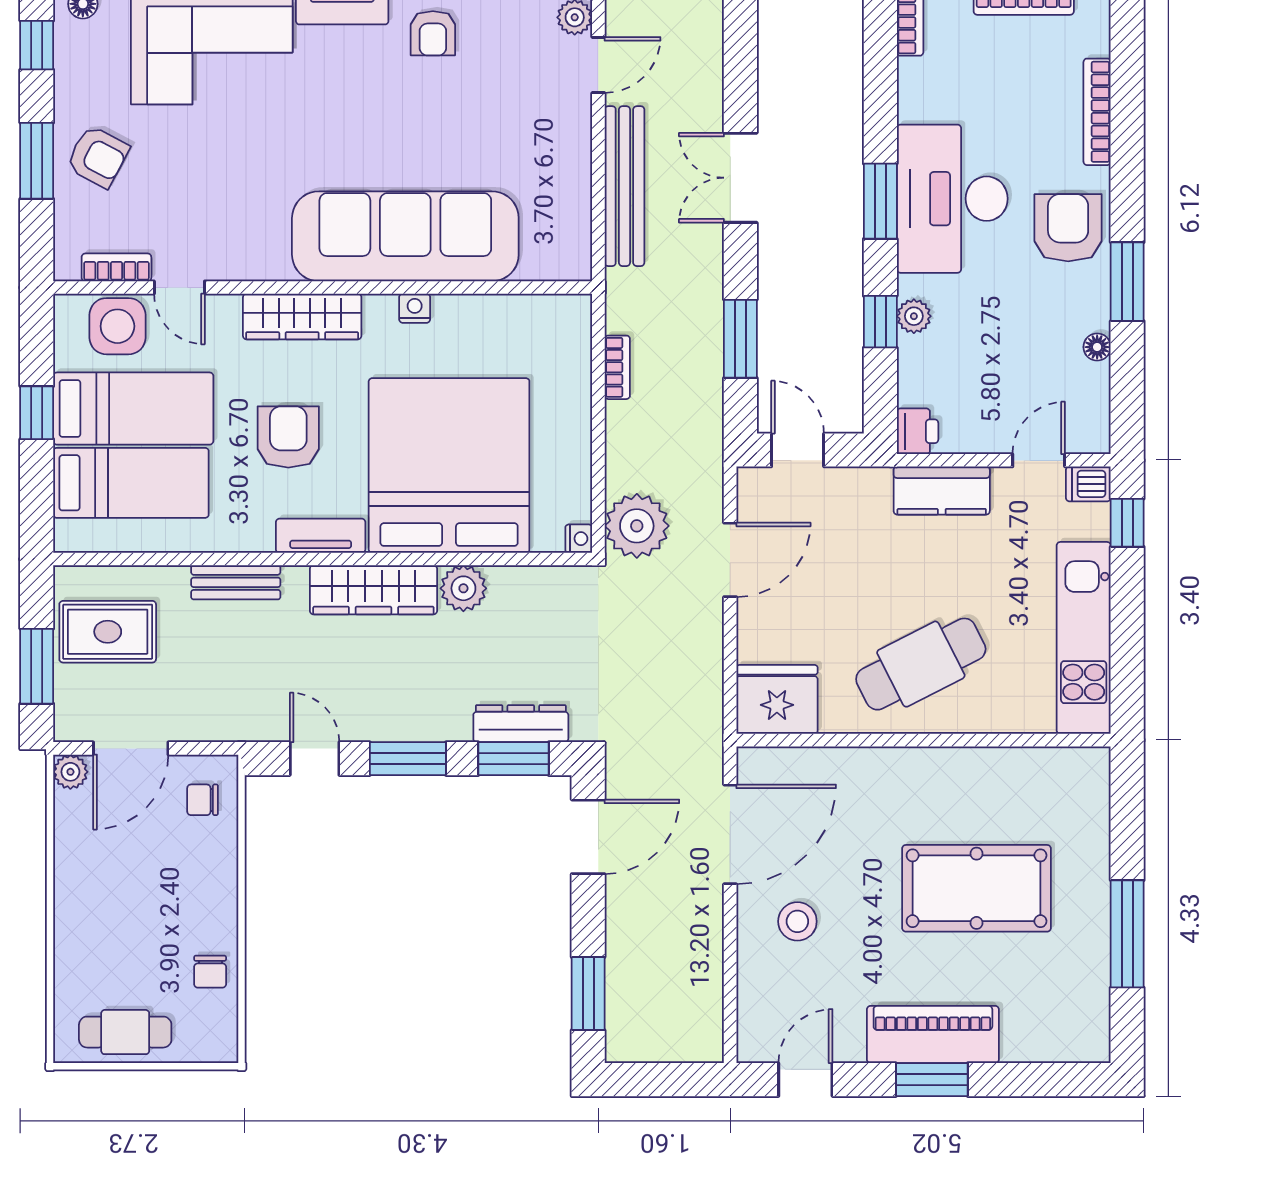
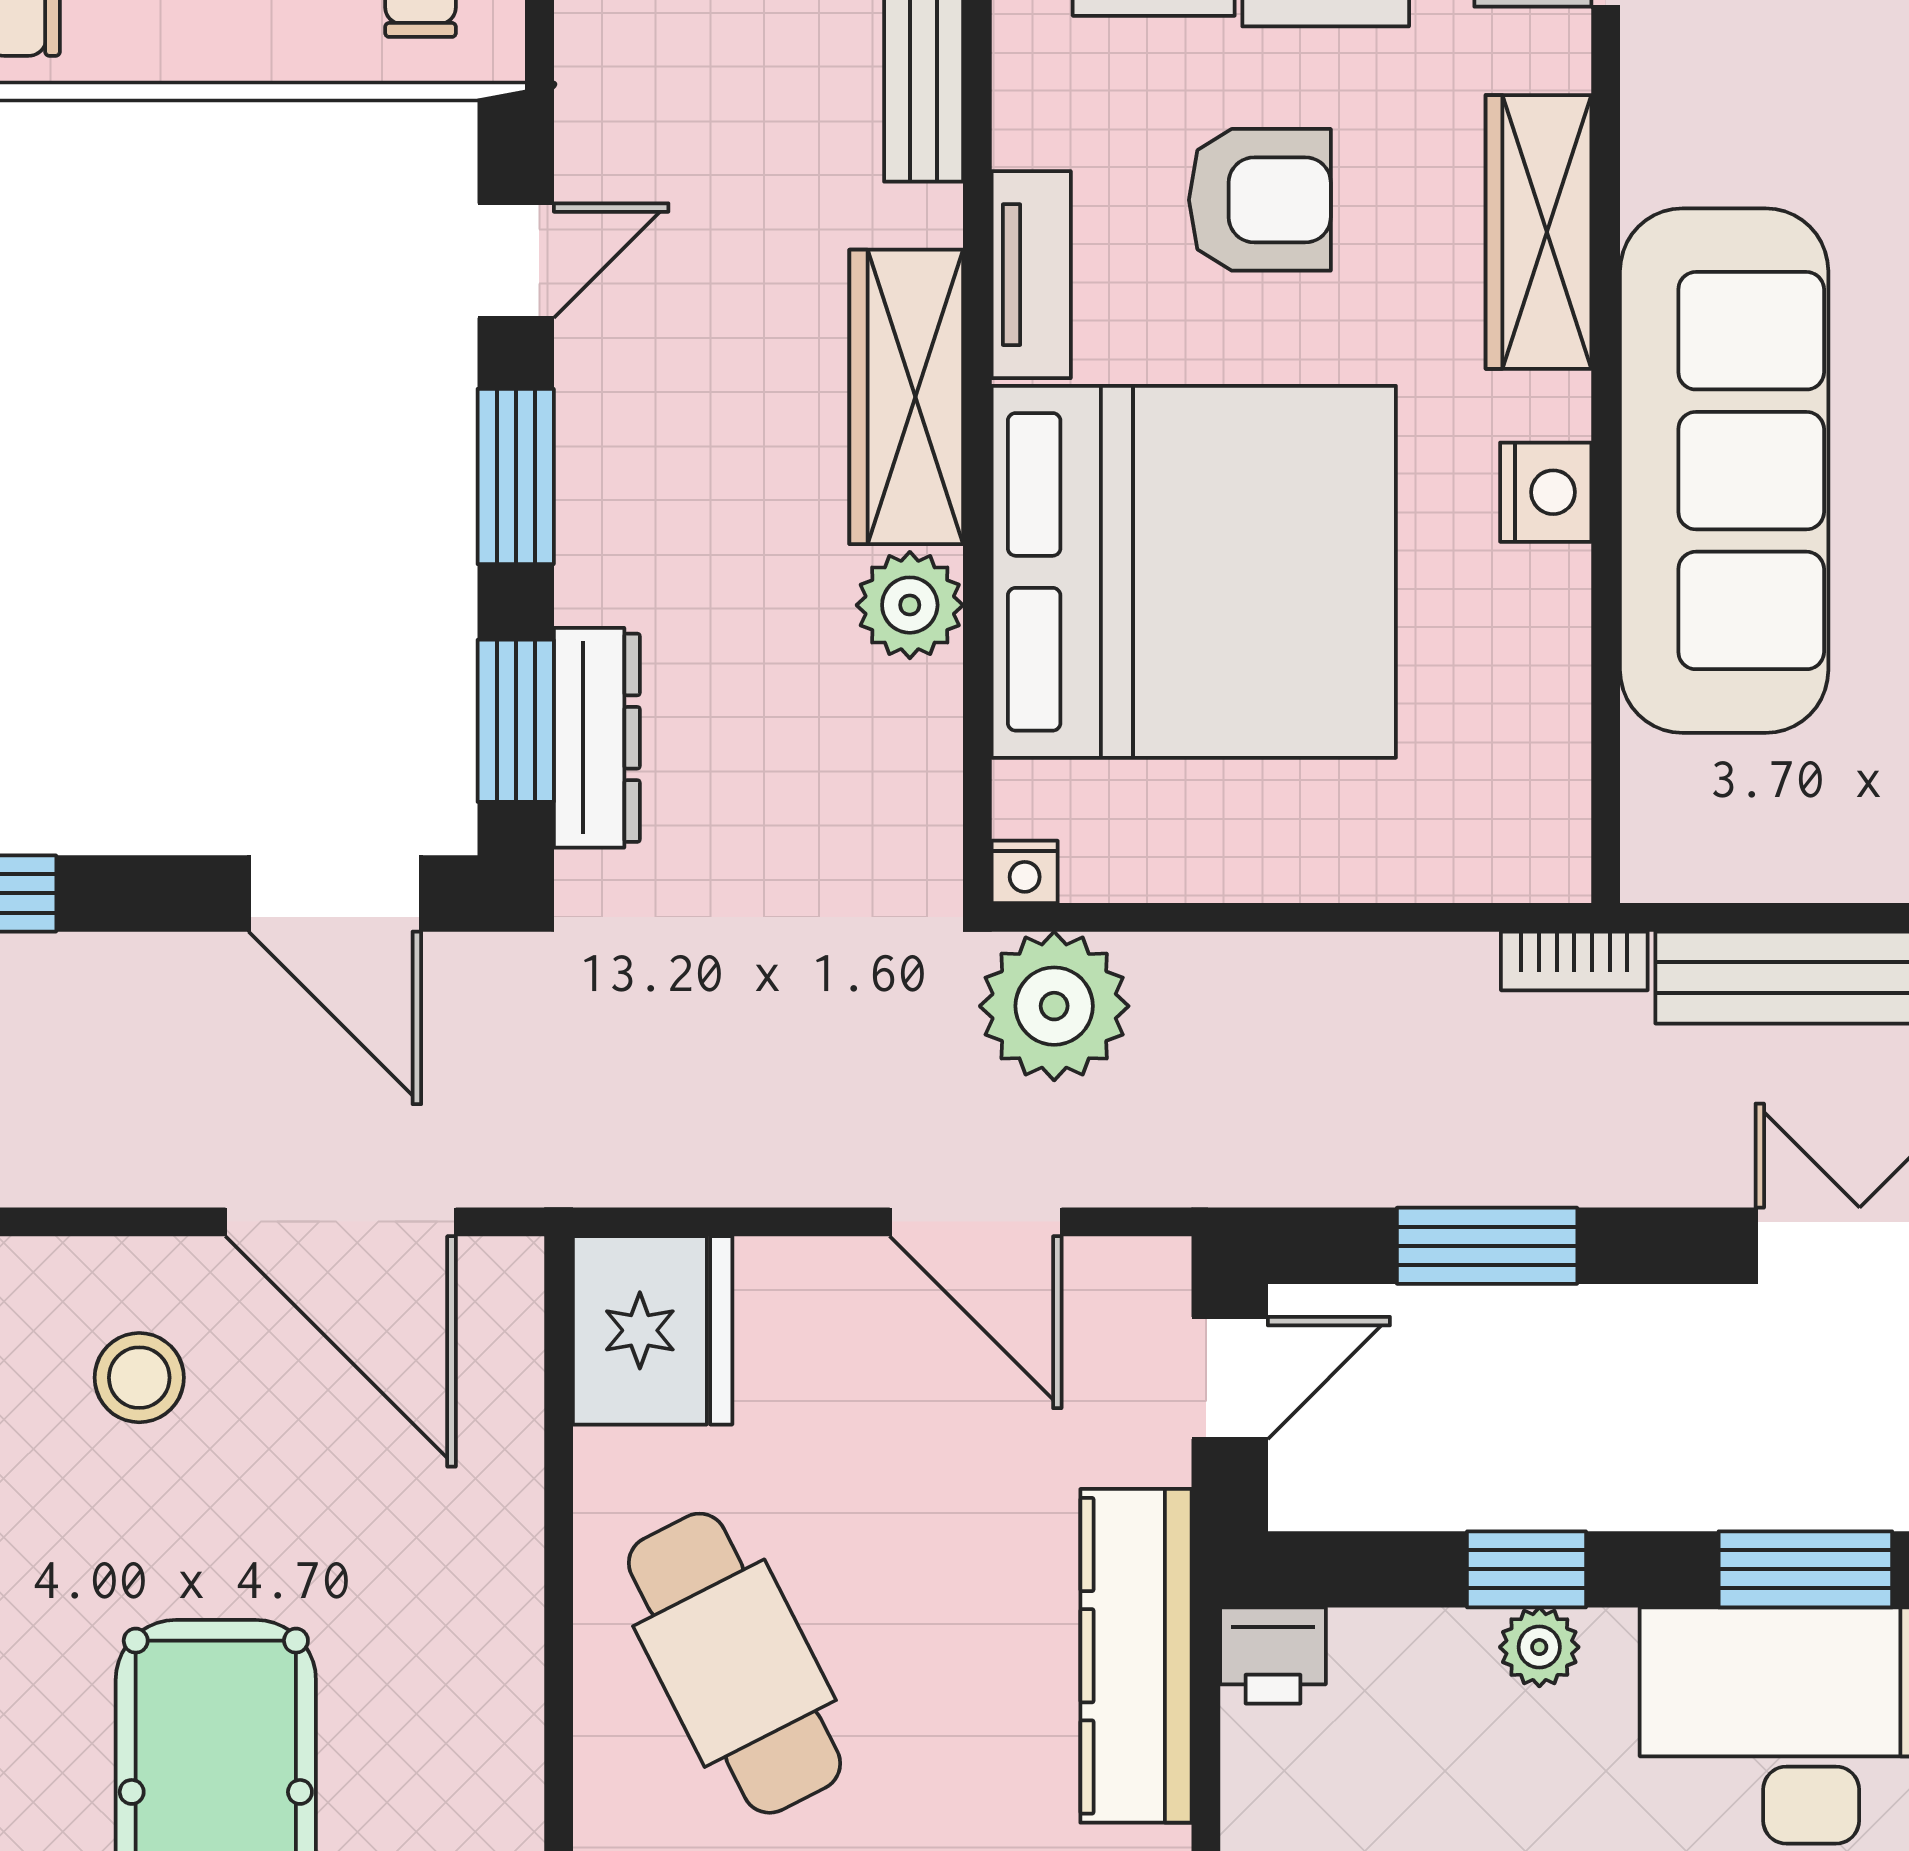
nightstand: (415, 308) -> (1546, 492), width x1.39, depth x1.35
bookcase: (617, 367) -> (1574, 961), moved
kitchen counter: (942, 491) -> (1136, 1656), width x1.50

